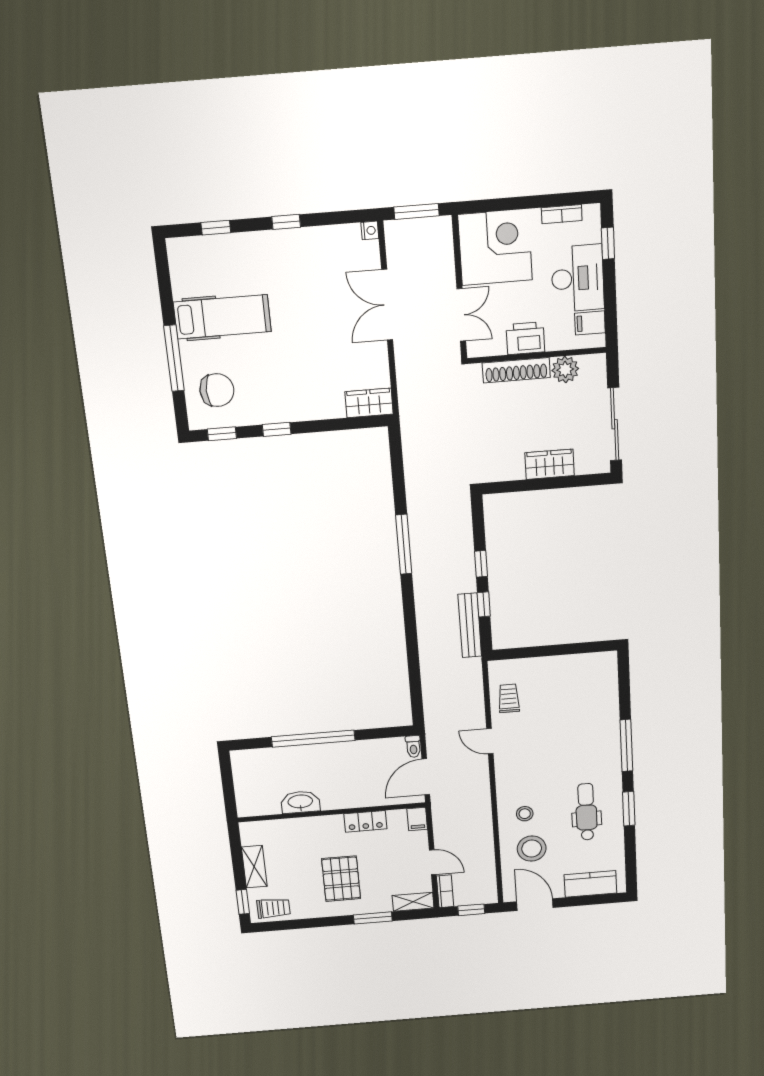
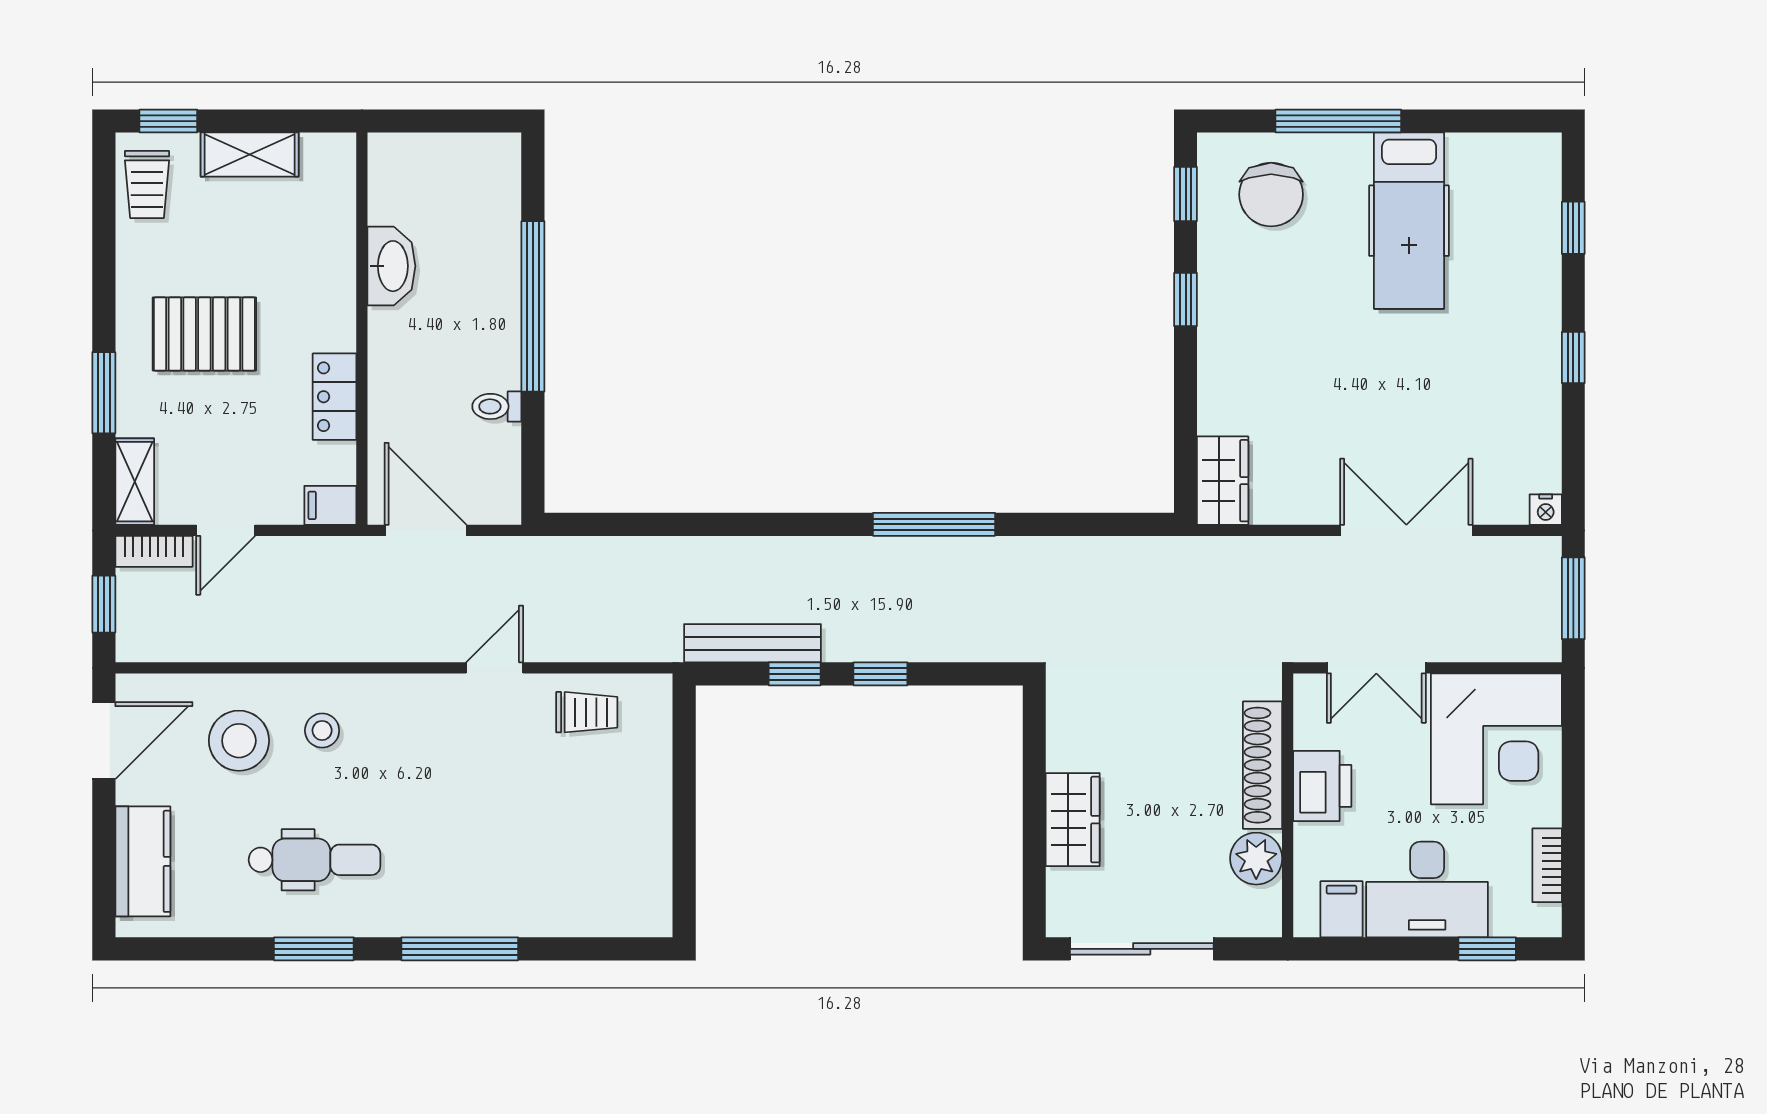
toilet: (413, 746) -> (497, 406), moved

